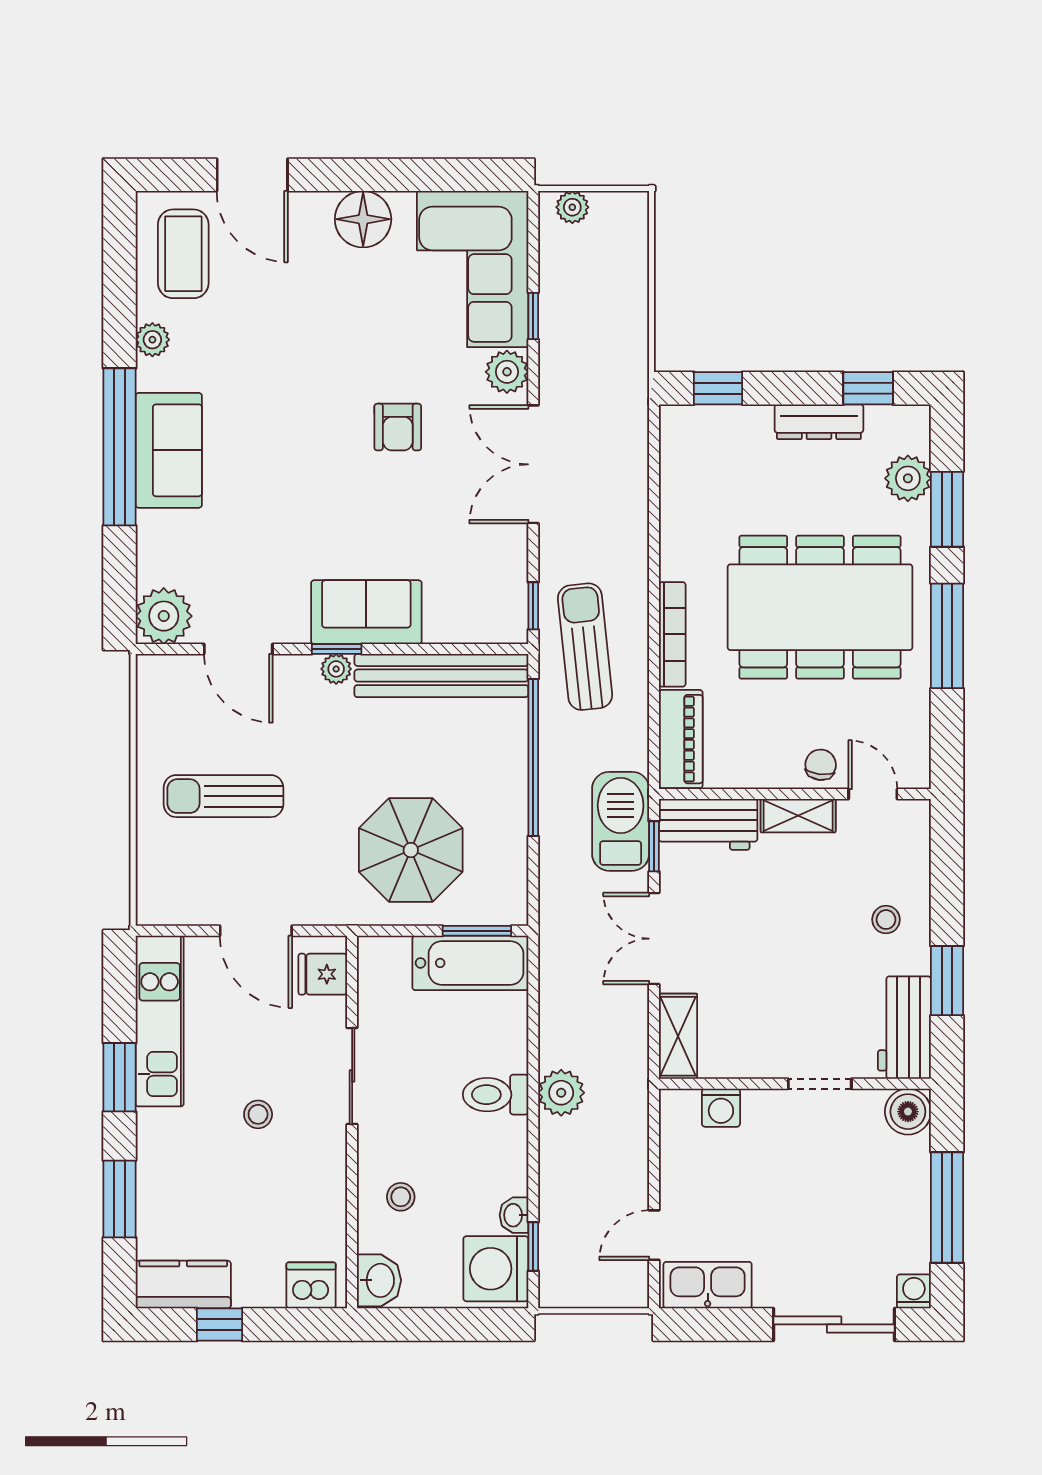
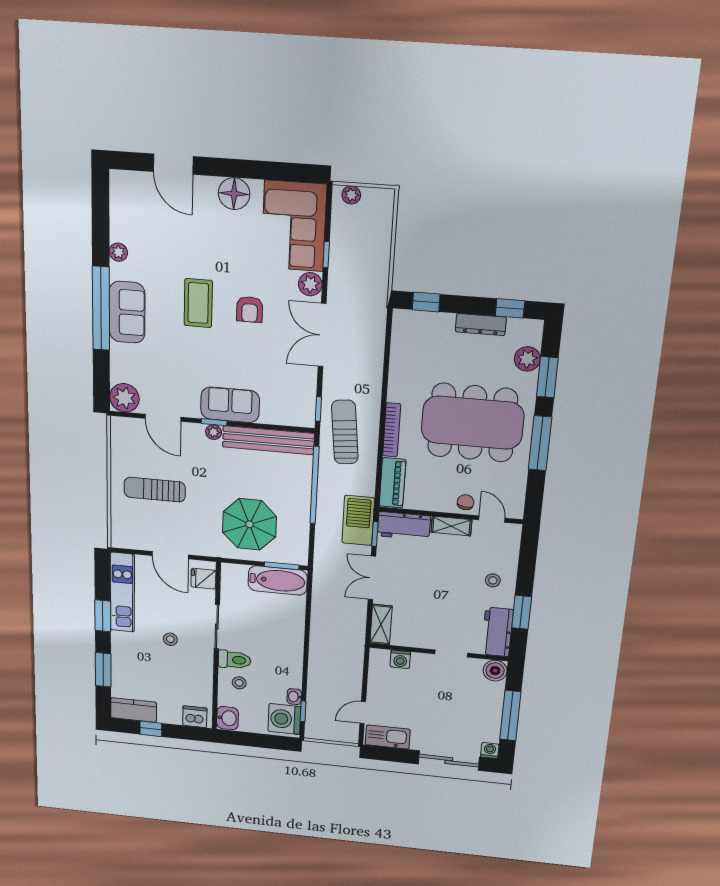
coffee table: (183, 254) -> (198, 303), moved
plant: (561, 1093) -> (321, 645), removed
toilet: (496, 1095) -> (235, 660), moved, turned 180

